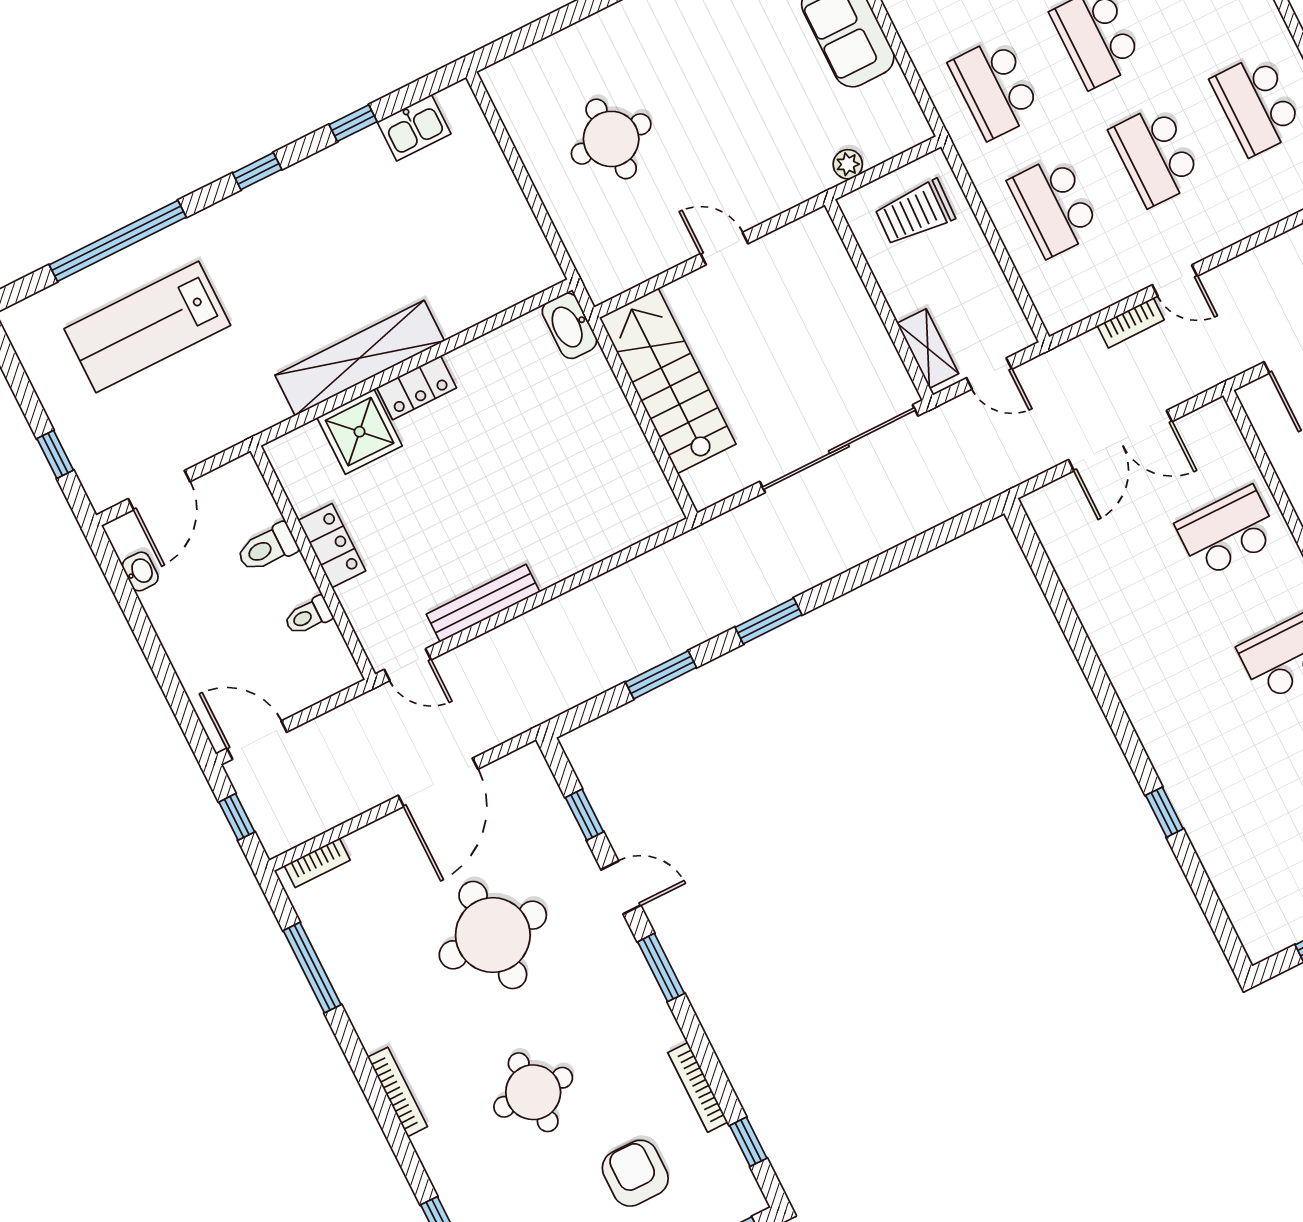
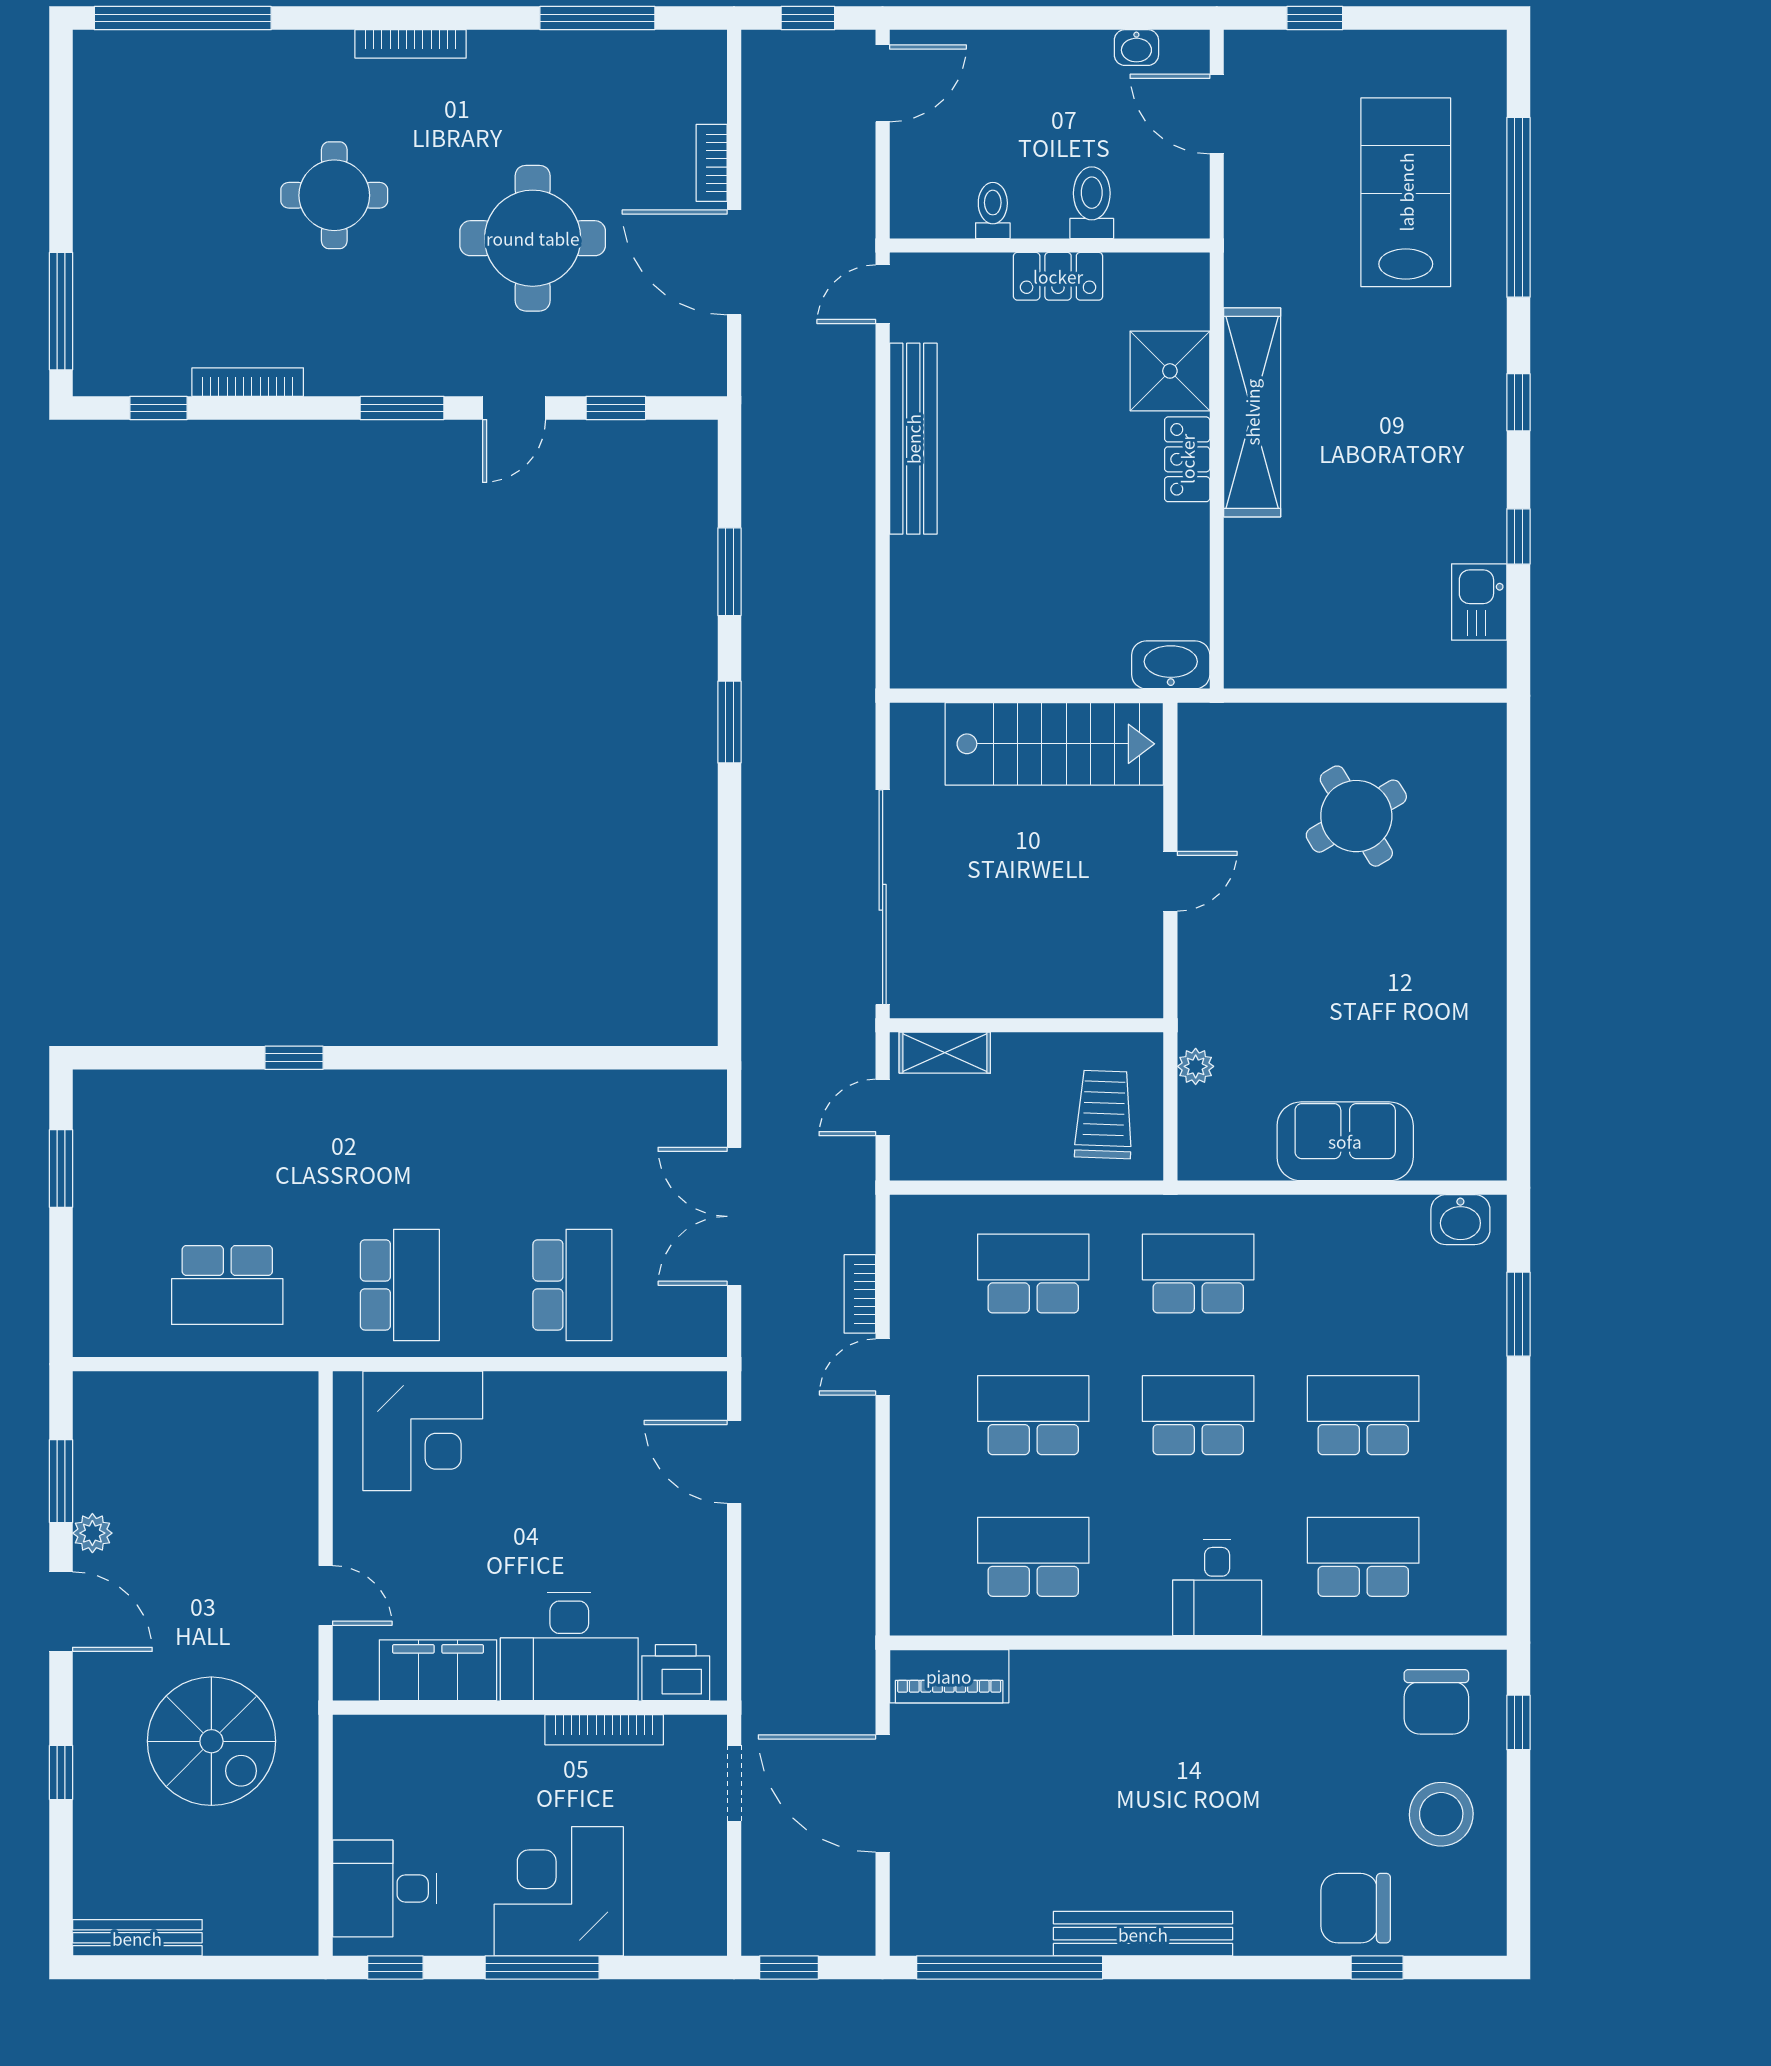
round table: (611, 139) -> (1356, 816), turned -31
bench: (483, 603) -> (913, 439), width x1.37, depth x1.21
bookcase: (317, 863) -> (712, 163), moved
armchair: (635, 1173) -> (187, 264), removed

